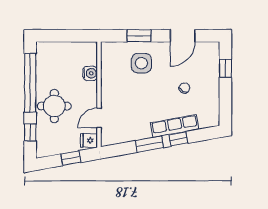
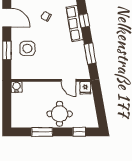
water cooler: (90, 73) -> (17, 87), moved
window: (30, 83) -> (42, 132), width x0.47
window: (149, 144) -> (90, 54), moved
window: (71, 158) -> (99, 101), removed

